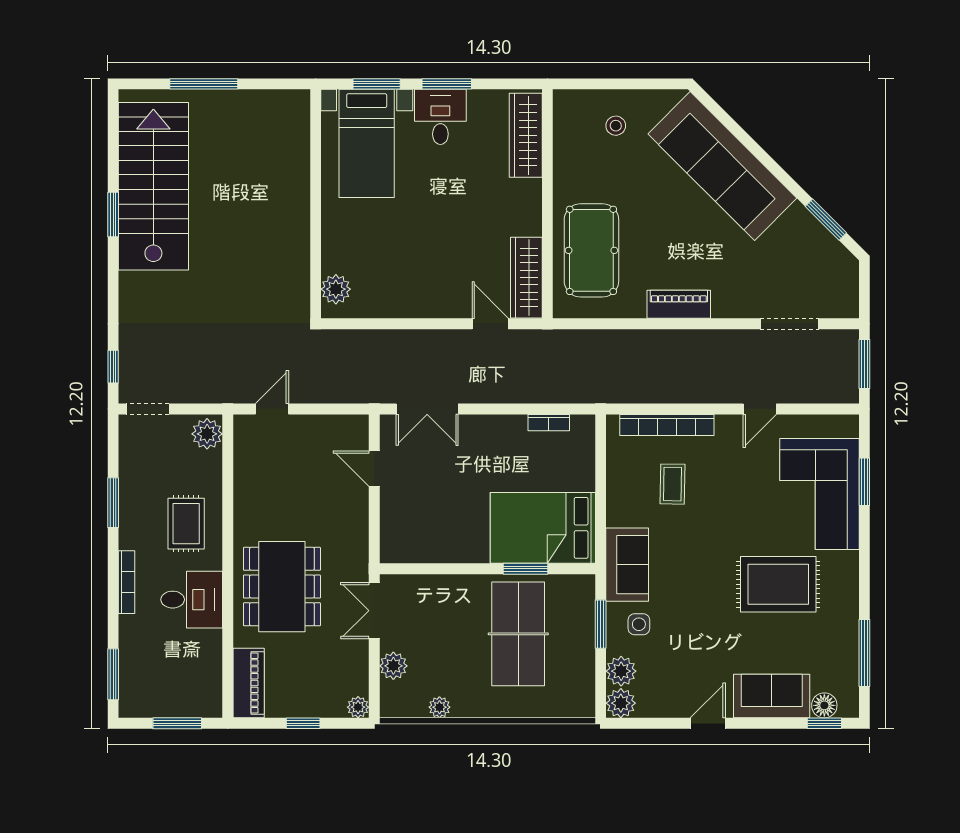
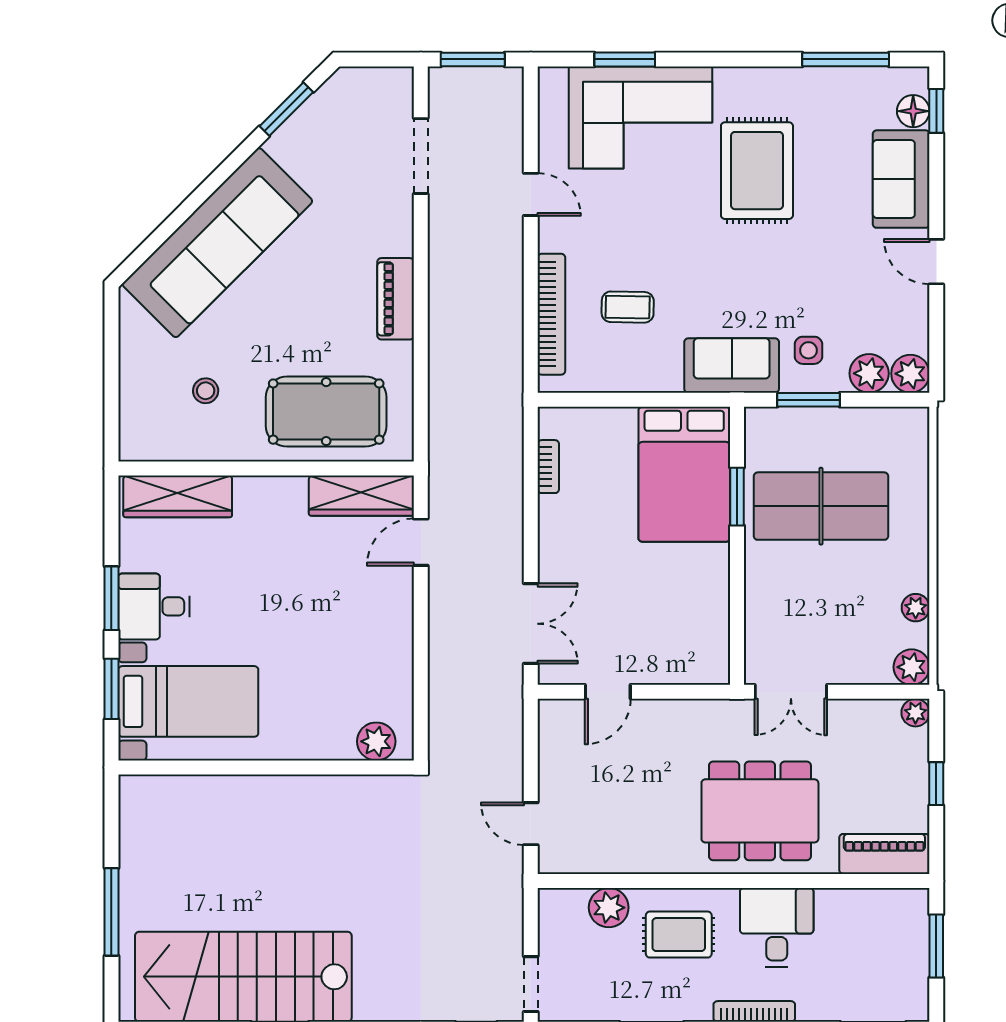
stool: (616, 126) -> (206, 391), moved
plant: (207, 434) -> (609, 908), moved
plant: (393, 666) -> (912, 667), moved

